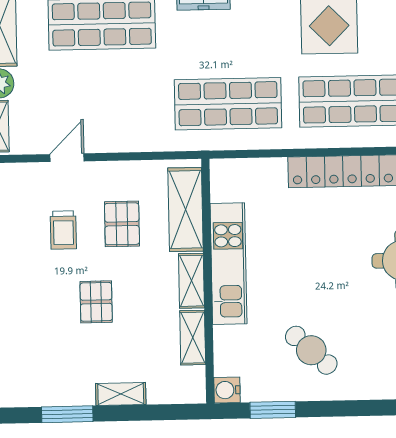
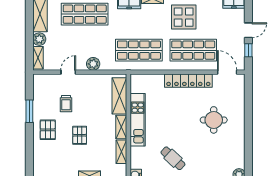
plant: (124, 137) -> (93, 64), added
pallet: (122, 224) -> (48, 130), moved

